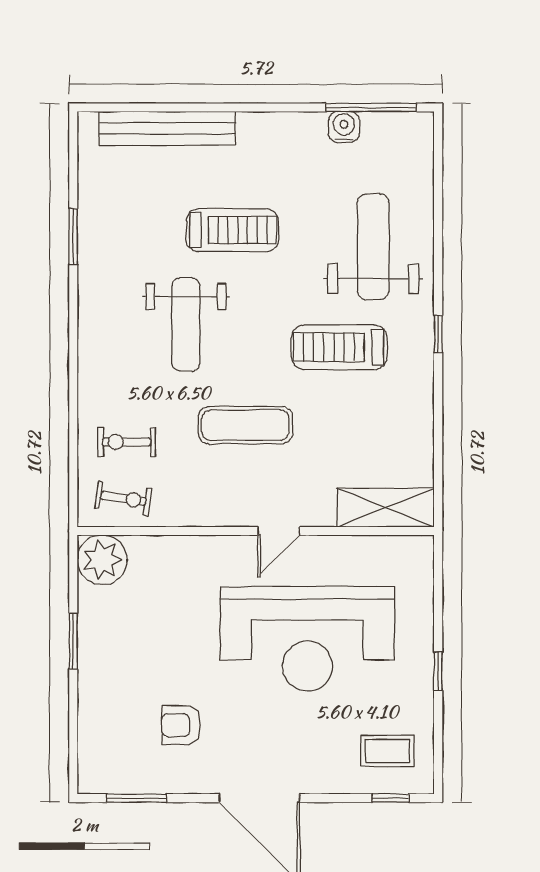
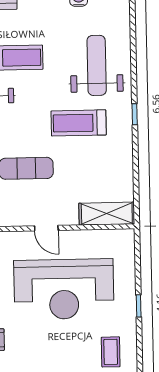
door: (279, 531) -> (46, 228), hinge flipped
coffee table: (387, 751) -> (111, 352), turned 90

